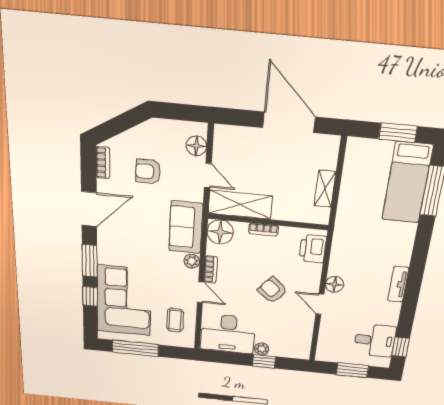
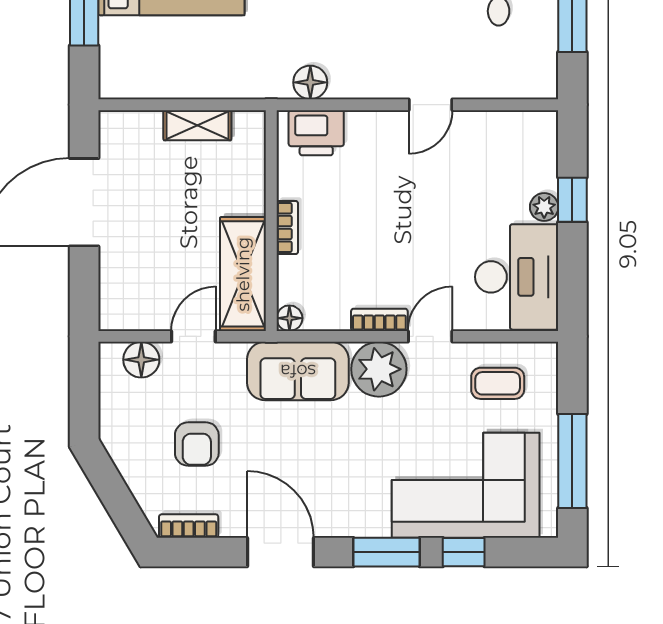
floor lamp: (220, 232) -> (289, 318), width x0.53, depth x0.53
plant: (192, 261) -> (379, 369), width x1.87, depth x1.87
floor lamp: (335, 284) -> (310, 82), moved
armchair: (272, 290) -> (411, 199), removed

